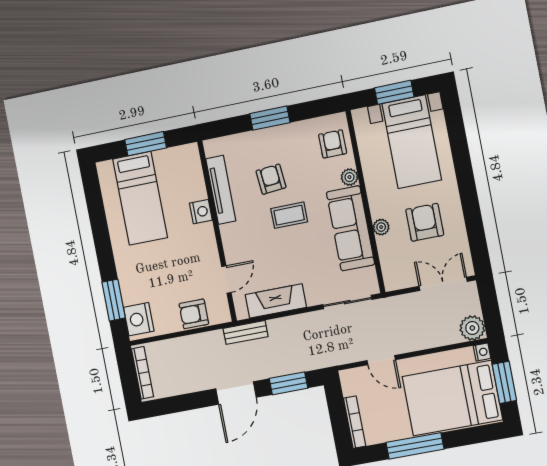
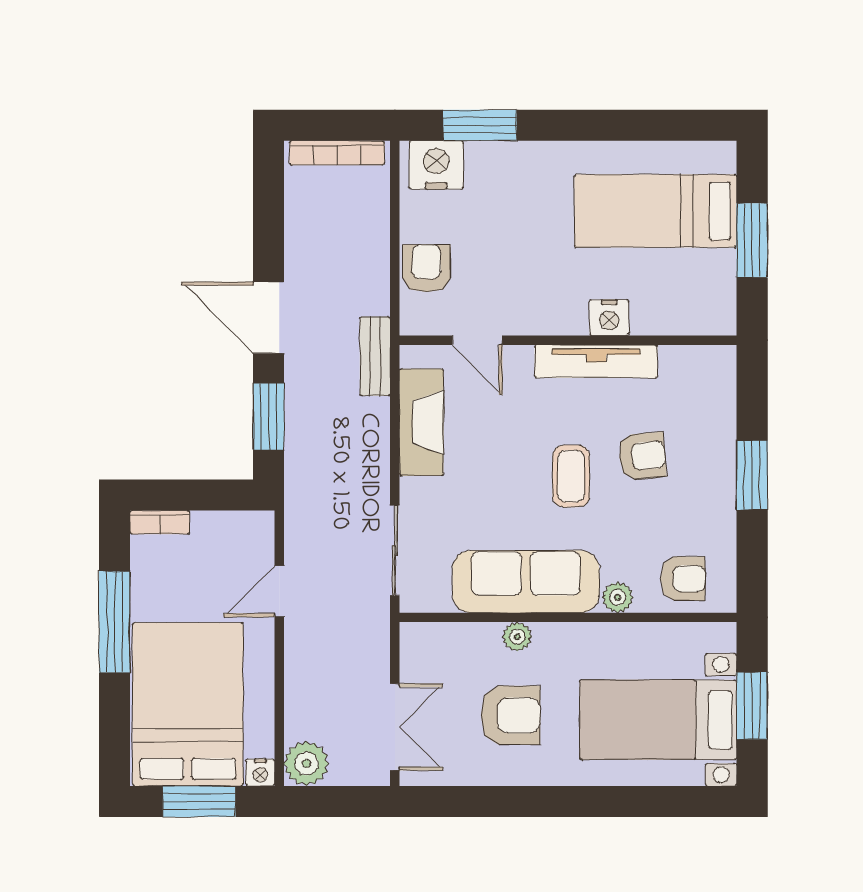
tv unit: (221, 190) -> (596, 361), moved
bookcase: (355, 422) -> (160, 522), width x0.64

